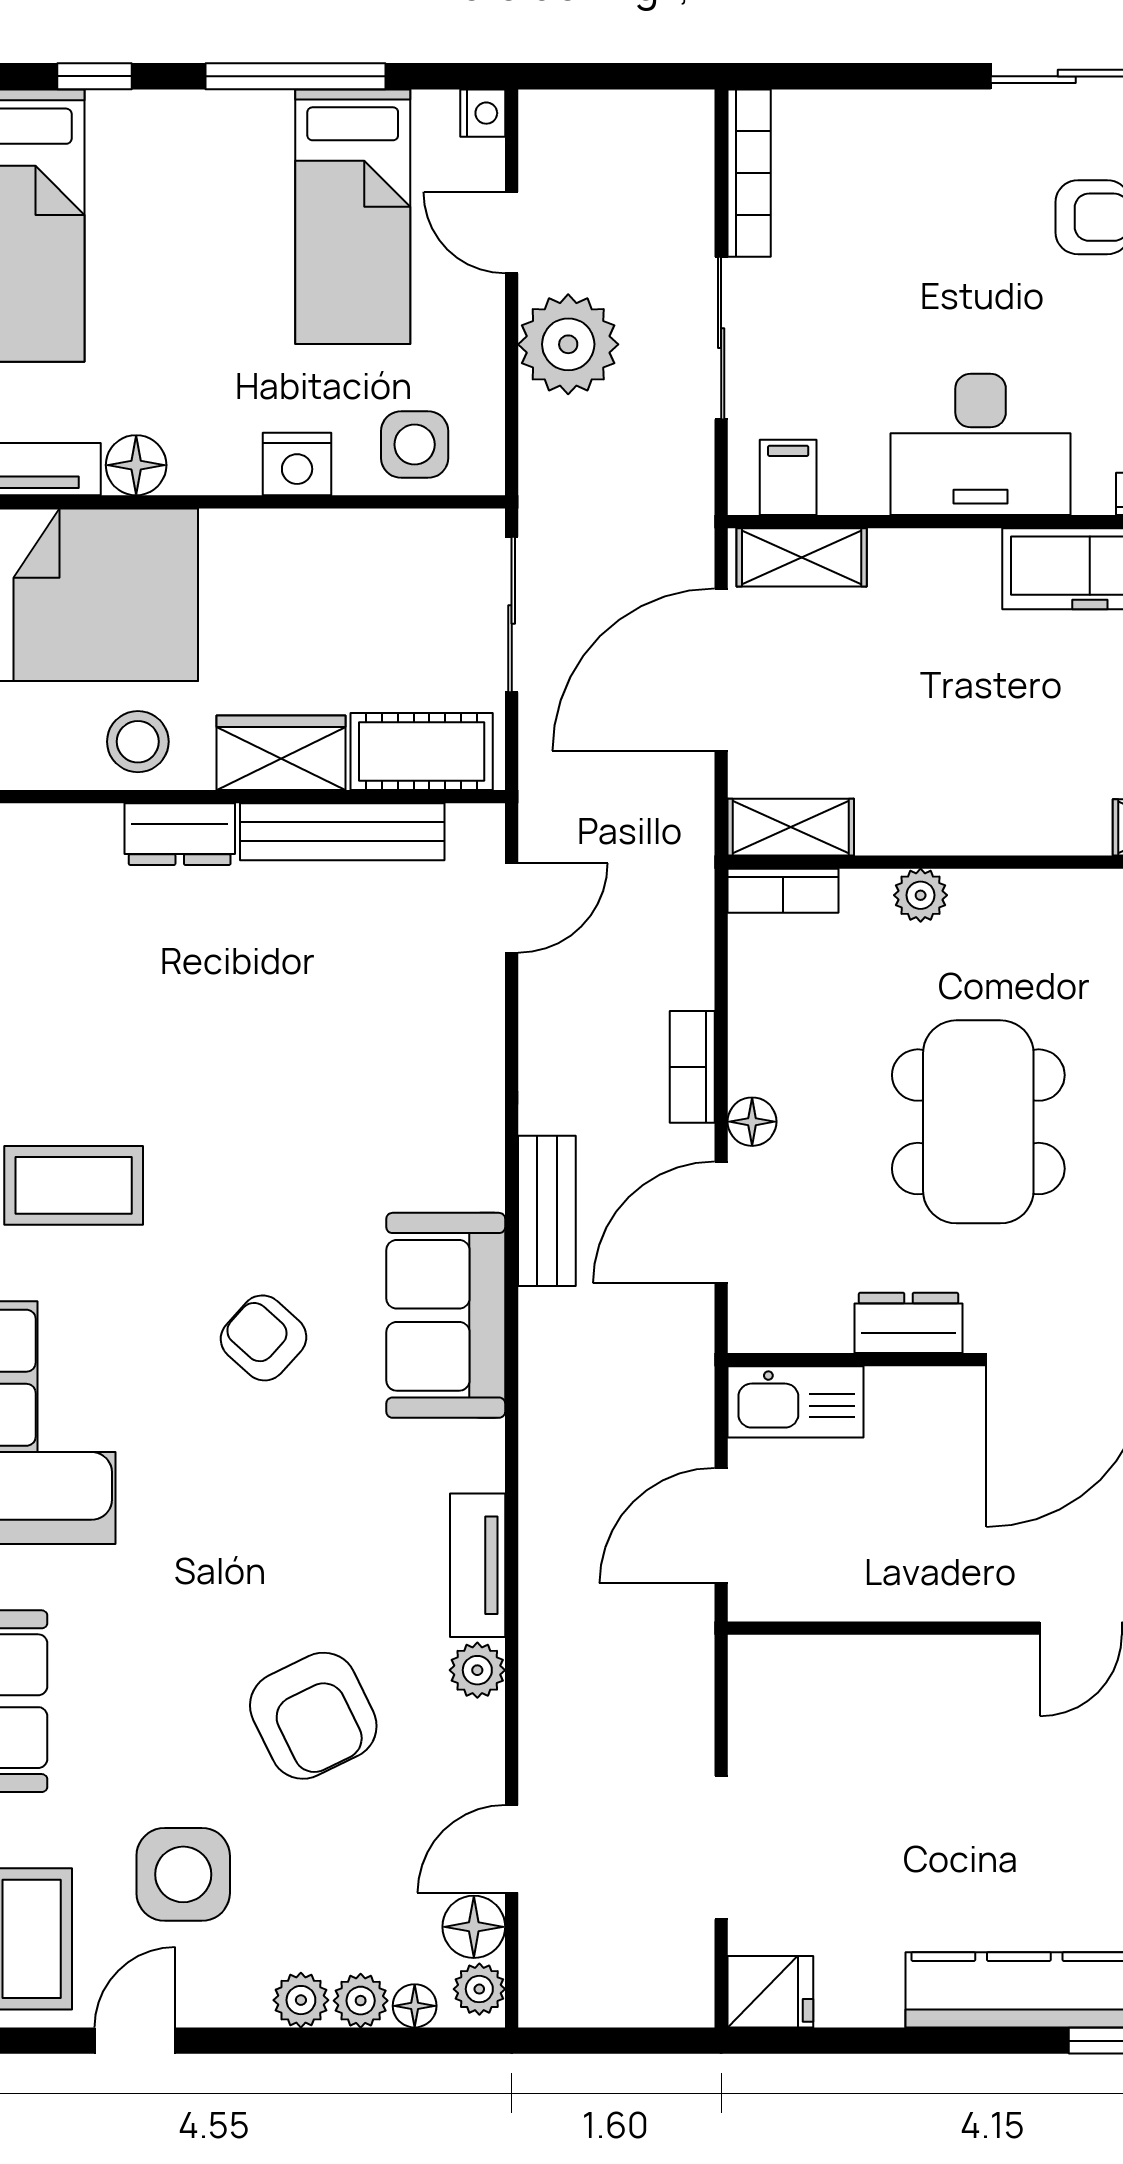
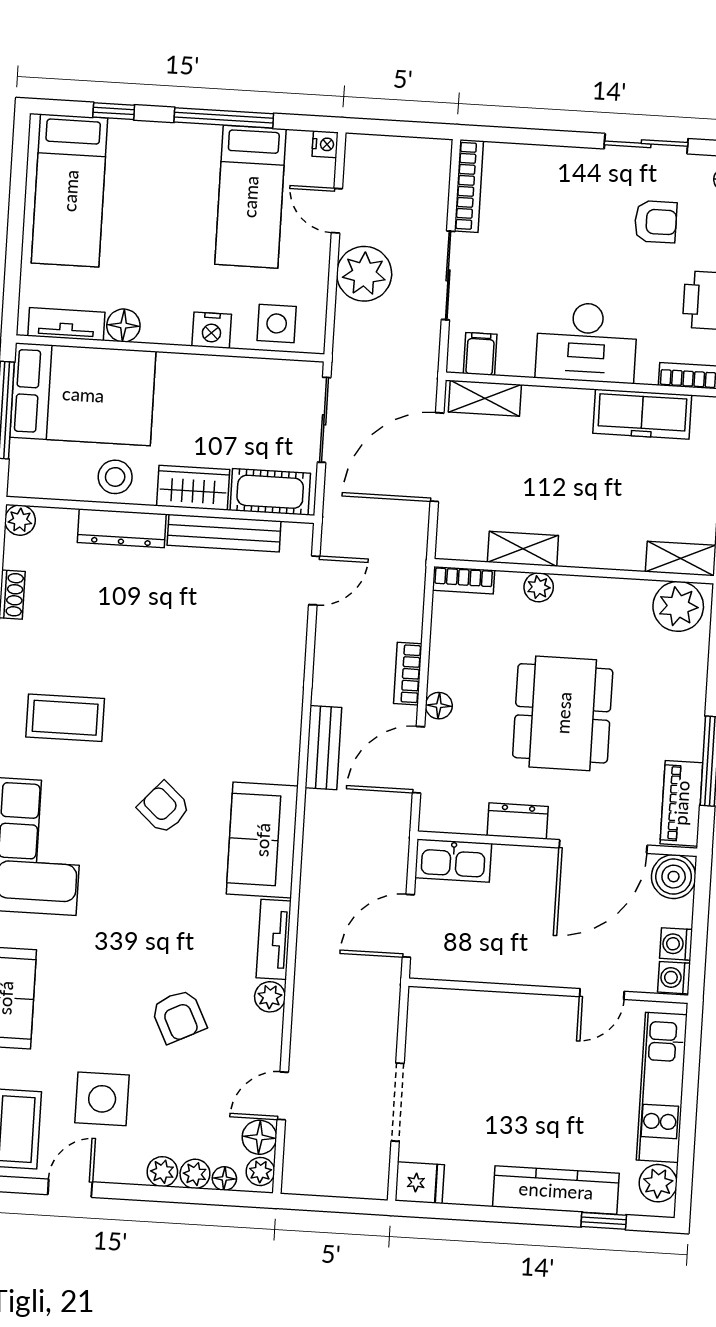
shelving: (791, 827) -> (523, 549), moved
dresser: (180, 834) -> (122, 528), width x1.44
sofa: (446, 1315) -> (262, 840), moved
armchair: (313, 1716) -> (179, 1016), width x0.72, depth x0.72

